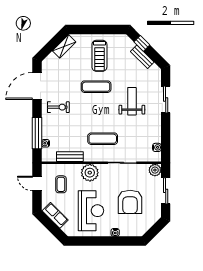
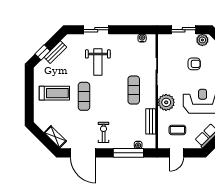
shelving: (64, 46) -> (55, 137), moved
weight bench: (132, 101) -> (98, 62), turned -90
plant: (155, 170) -> (202, 40), moved
armchair: (130, 202) -> (194, 64), width x0.53, depth x0.53

